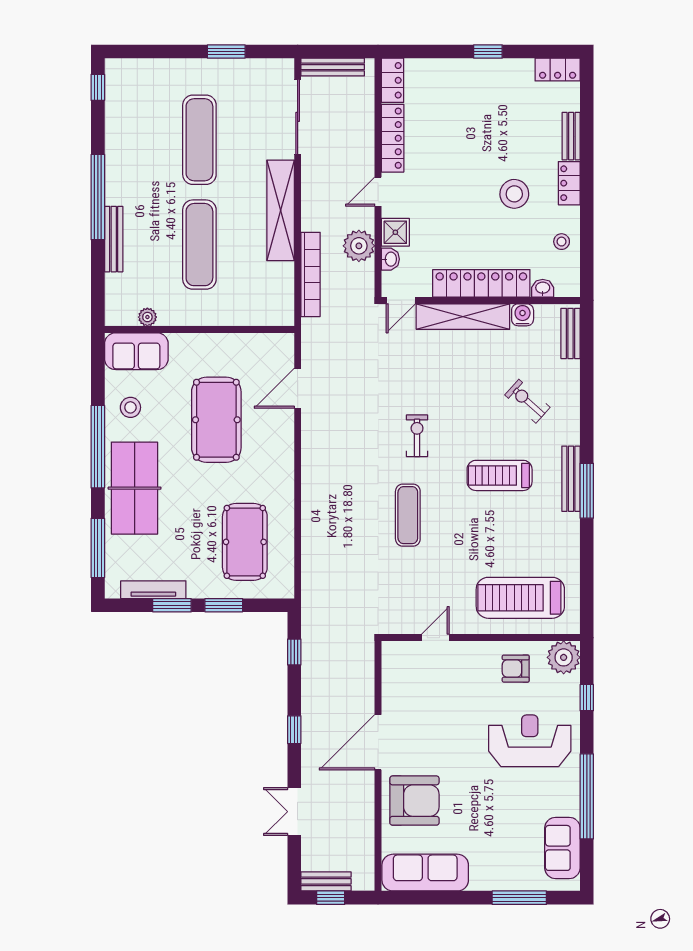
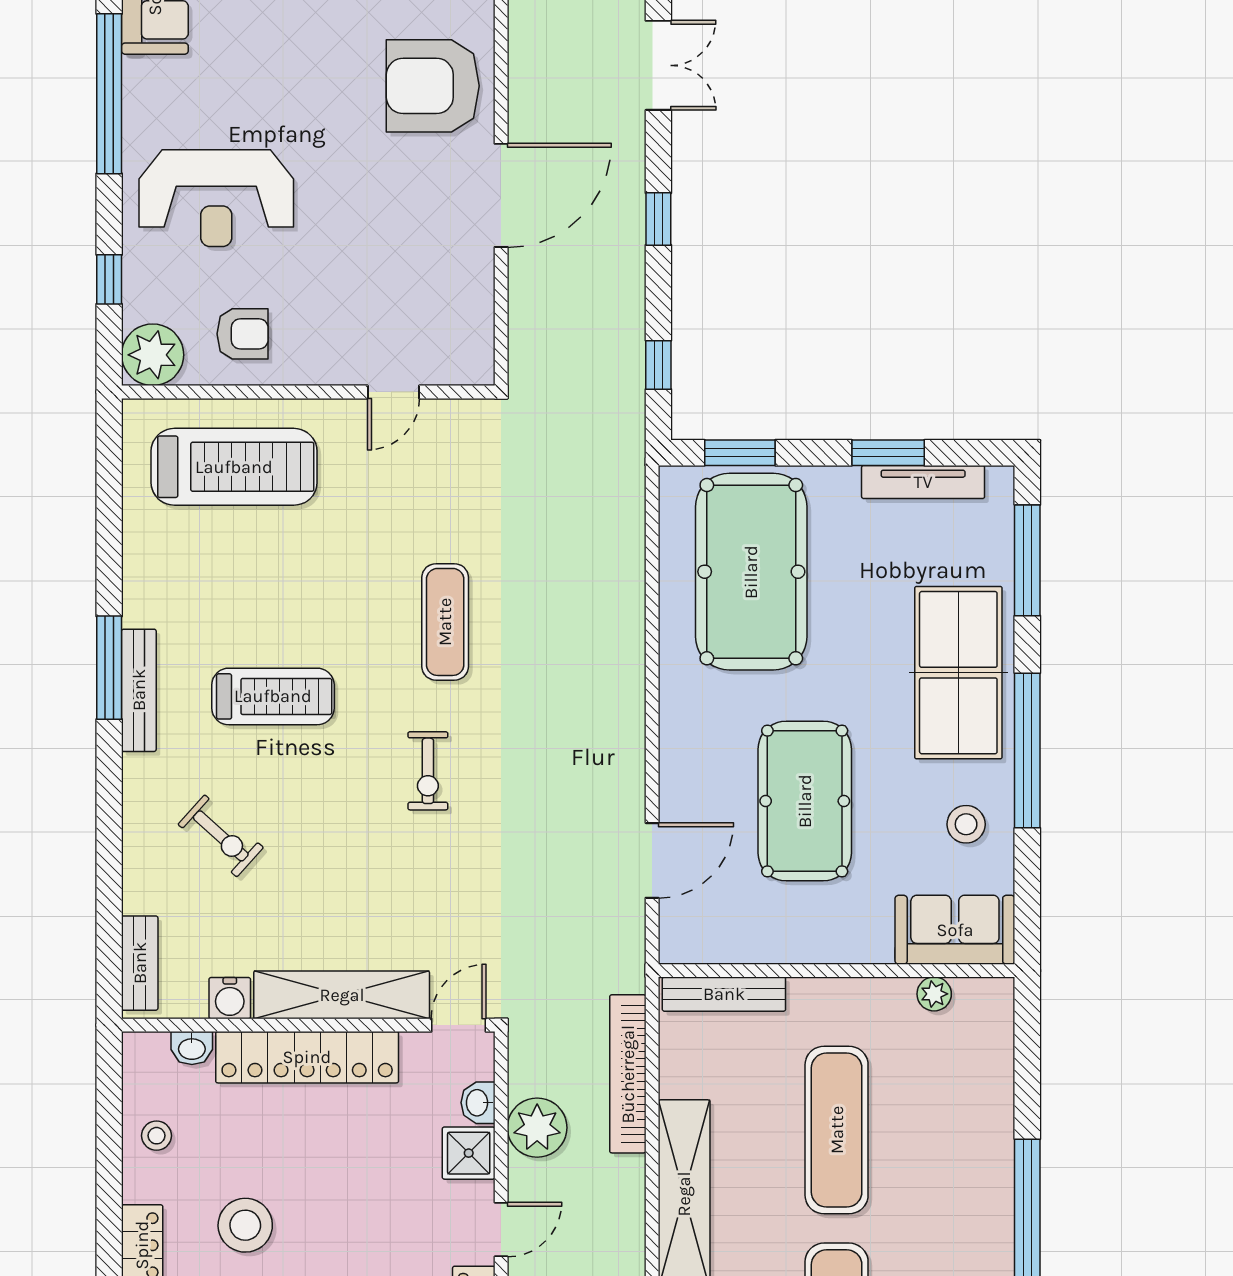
bench: (114, 239) -> (724, 994), moved, turned 90
pool table: (245, 542) -> (751, 572), width x1.36, depth x1.32
window: (224, 605) -> (740, 453), moved

